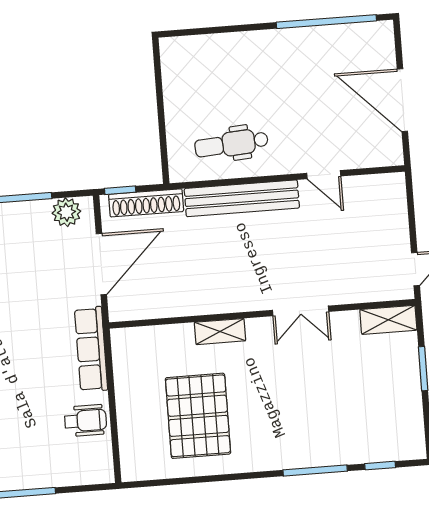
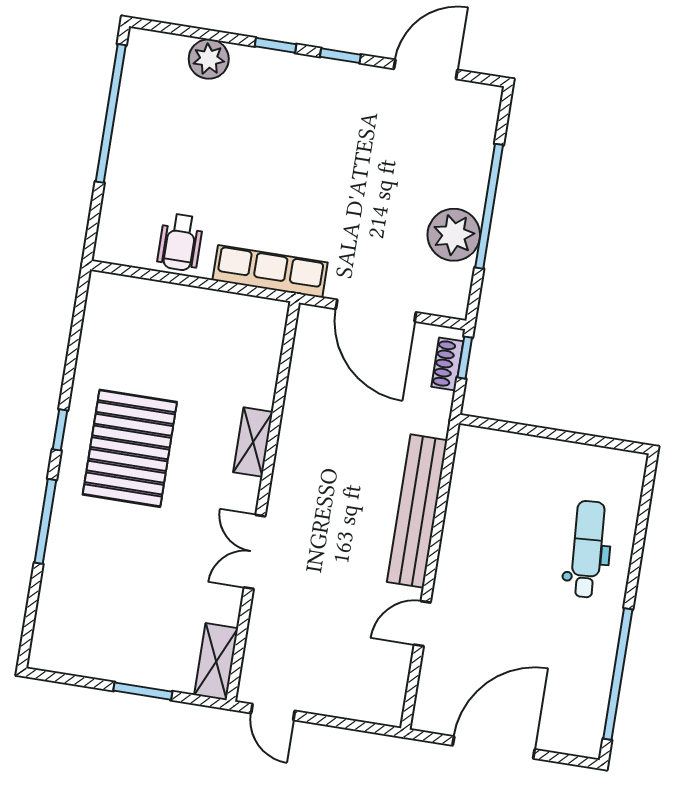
dental chair: (231, 144) -> (587, 549), moved
shoe rack: (146, 203) -> (447, 364), width x0.51, depth x0.81
plant: (66, 212) -> (454, 235), moved, width x1.36, depth x1.36
pallet: (198, 416) -> (130, 448), moved, turned 90
window: (380, 466) -> (60, 430), moved

